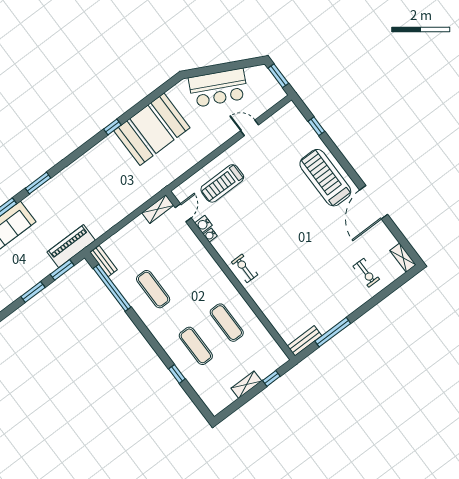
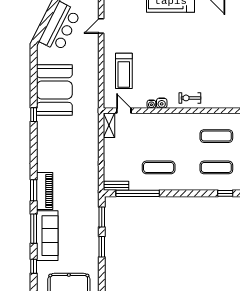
water cooler: (203, 224) -> (162, 103), moved
piano: (71, 246) -> (45, 191), moved, turned 180

